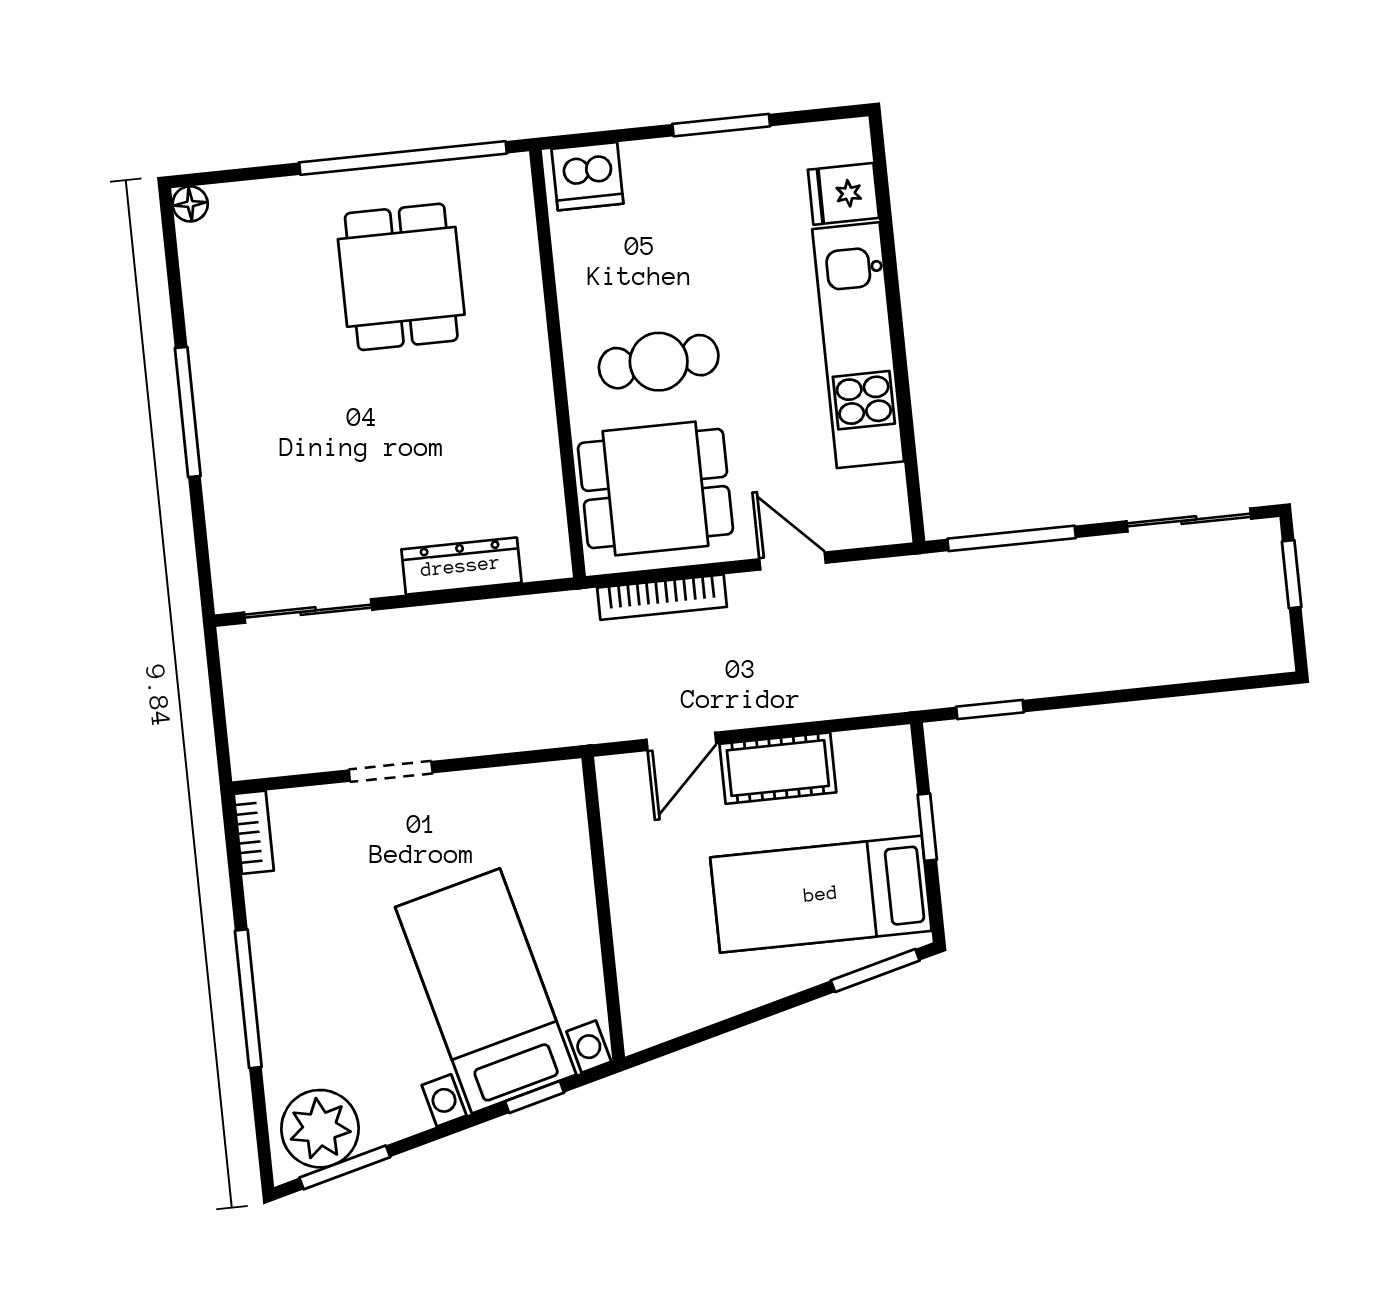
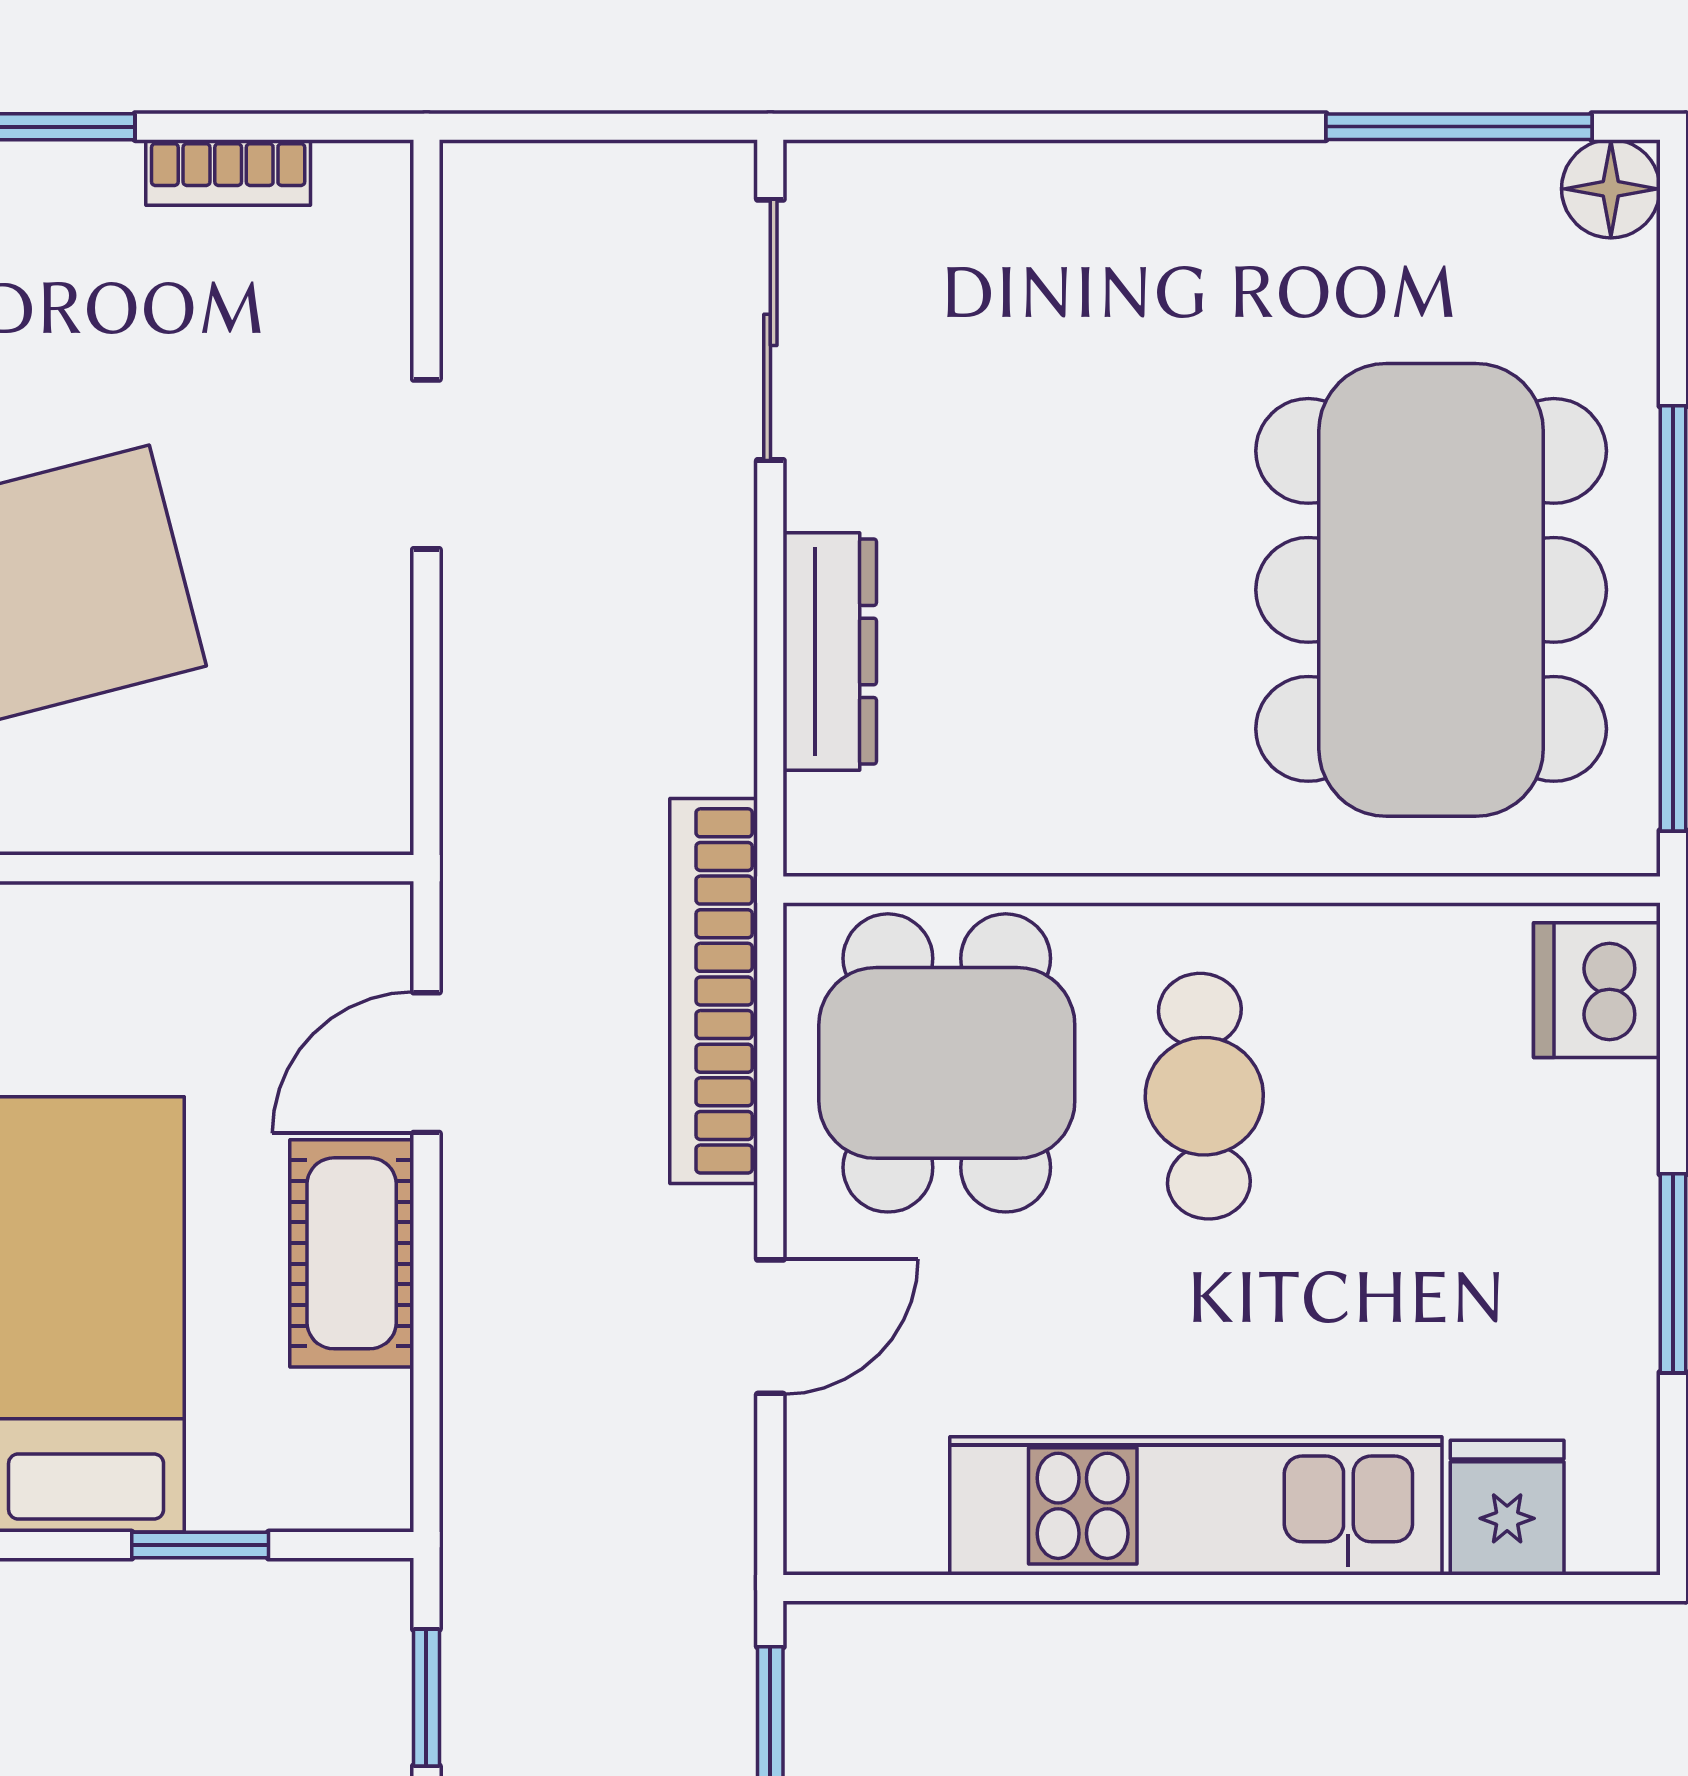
floor lamp: (190, 204) -> (1611, 189), width x1.37, depth x1.37
dining table: (401, 277) -> (1431, 590), width x1.88, depth x1.24
window: (188, 412) -> (1459, 127), moved
bookcase: (662, 597) -> (714, 991), width x1.48, depth x1.31
door: (681, 741) -> (426, 1063), hinge flipped
bookcase: (254, 832) -> (228, 173), moved

